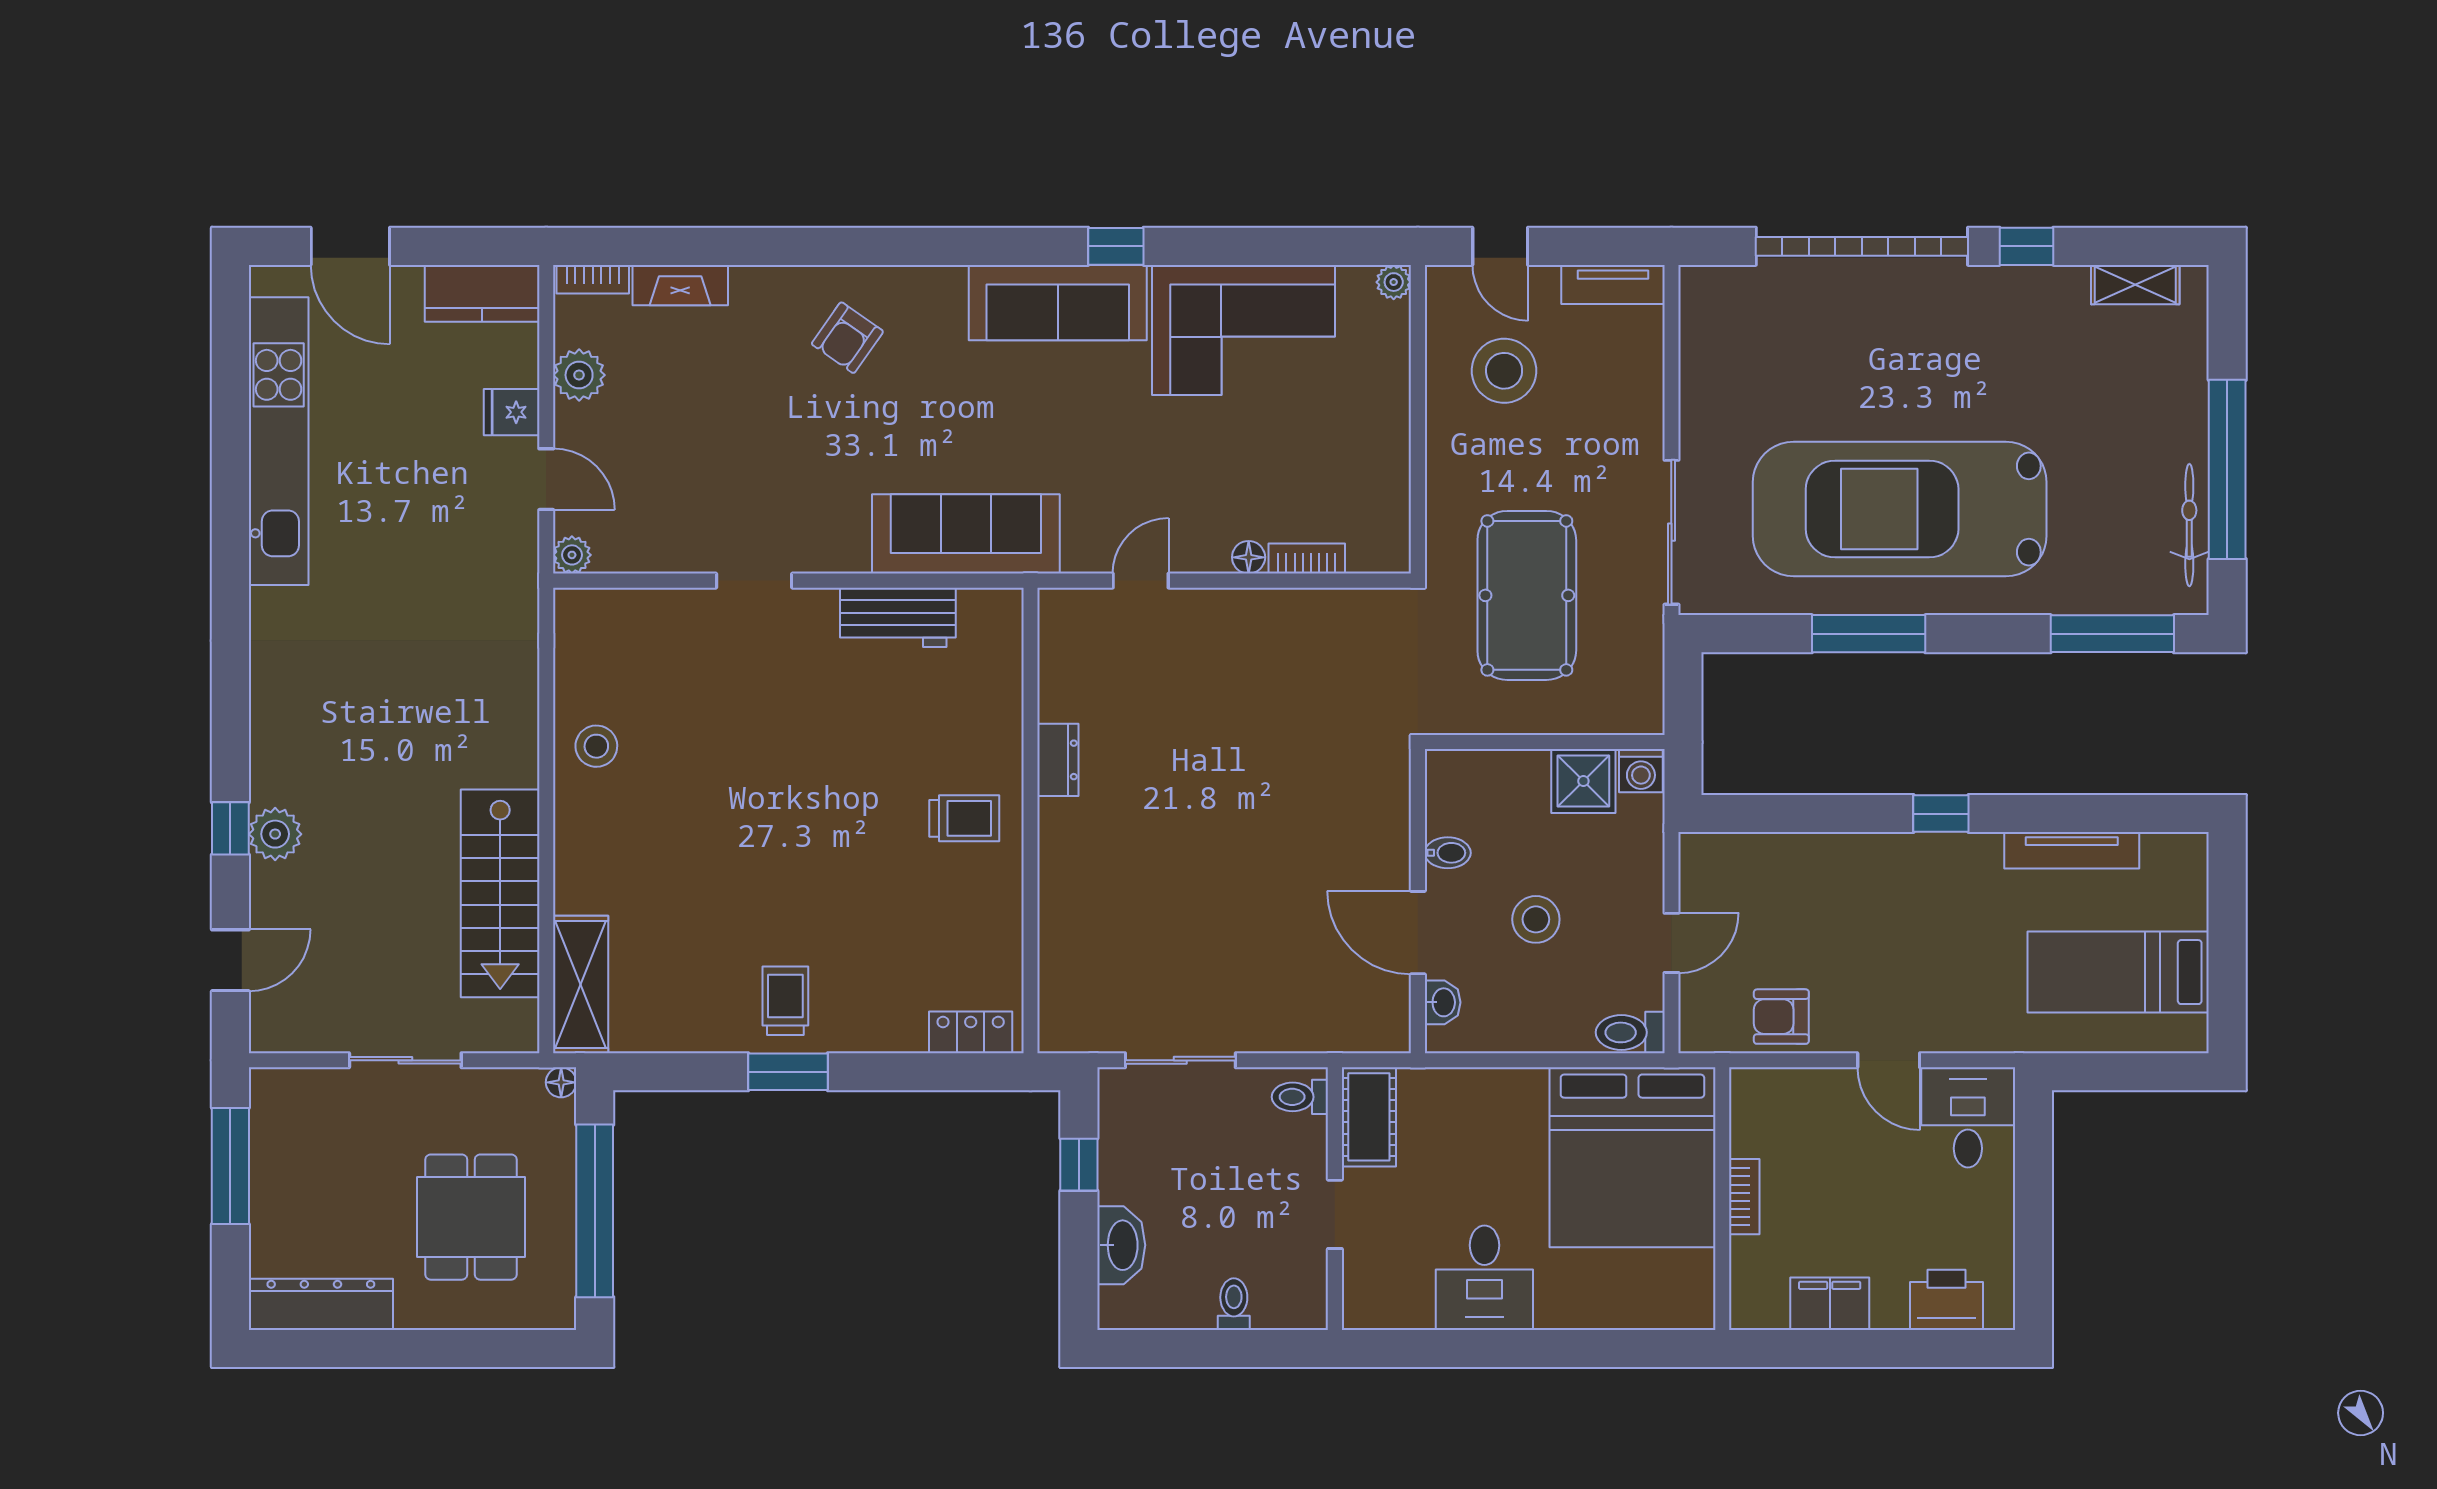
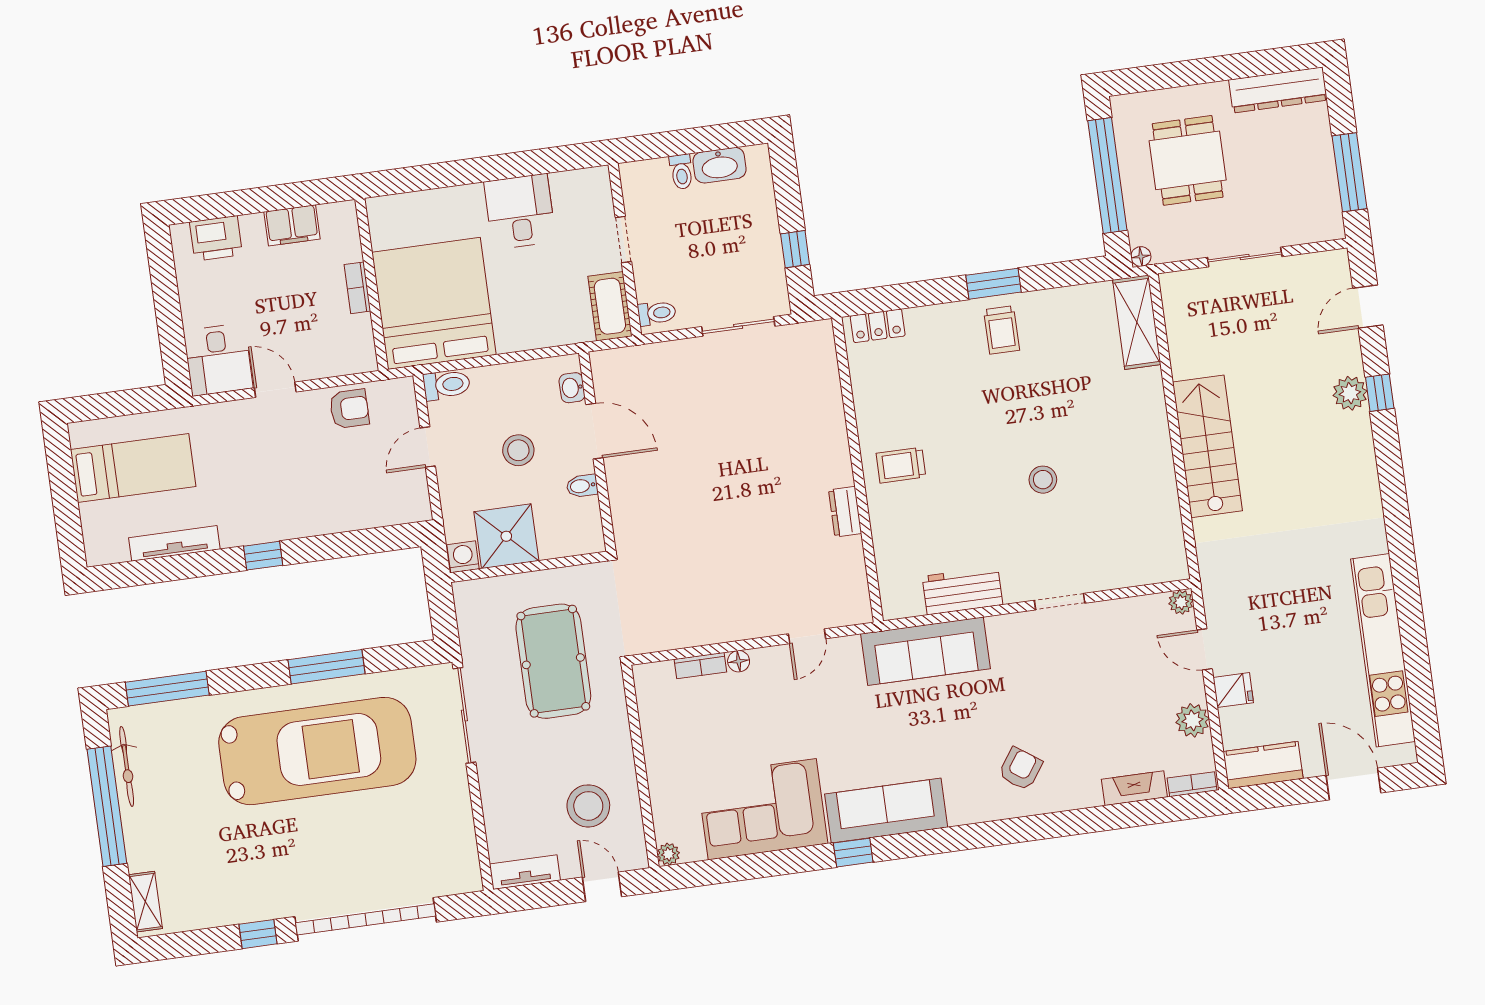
shelving: (2135, 285) -> (145, 902), moved, turned 90
stool: (596, 746) -> (1043, 480), moved
shower: (1583, 781) -> (506, 536), width x1.36, depth x1.36
stairs: (500, 893) -> (1207, 446), moved
washbasin: (1121, 1245) -> (720, 165), moved, turned -90

